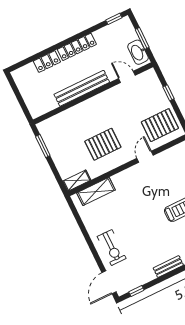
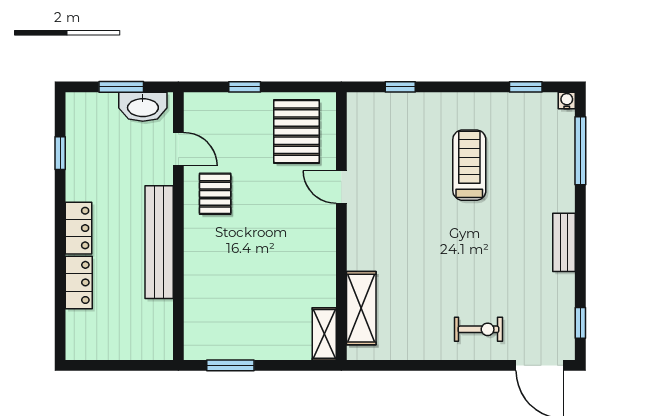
window: (114, 19) -> (60, 153), moved
locker: (77, 47) -> (79, 228), width x0.66
door: (127, 77) -> (178, 149), swing flipped
pallet: (103, 144) -> (215, 194), moved, width x0.67, depth x0.71
exercise bike: (112, 248) -> (478, 329), width x0.73, depth x0.72

